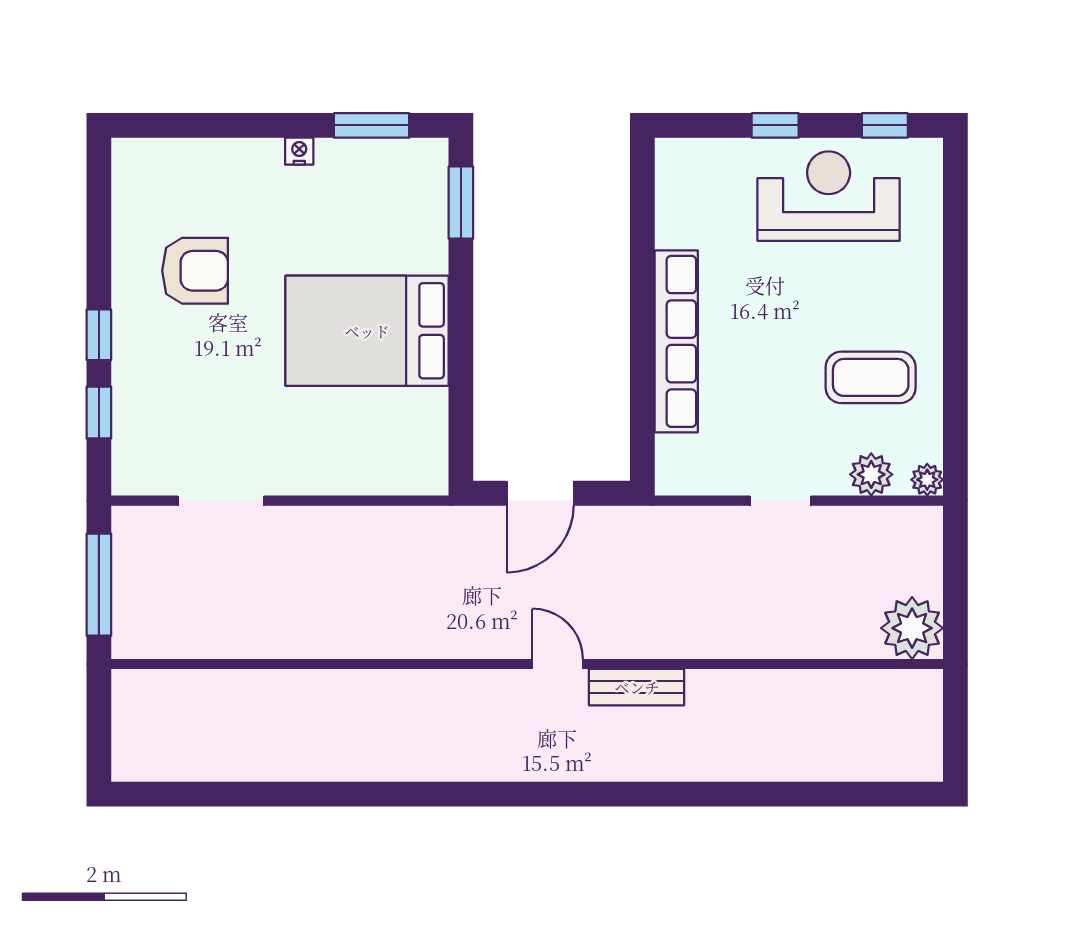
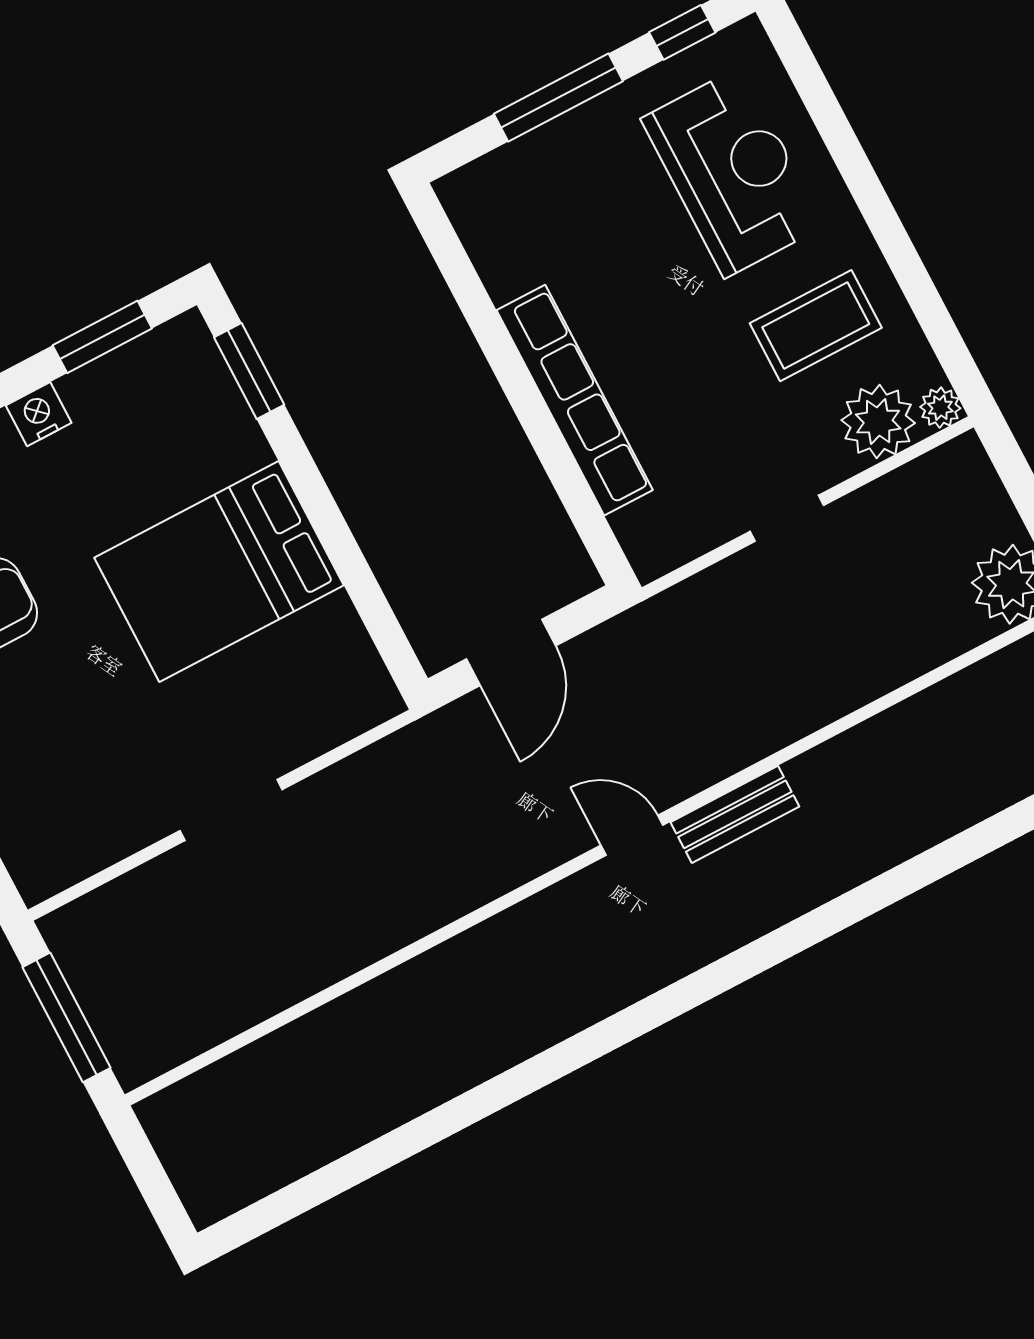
window: (775, 125) -> (558, 97), width x2.17
nightstand: (299, 151) -> (39, 414), width x1.39, depth x1.35
reception desk: (829, 196) -> (733, 172), moved, turned 90
plant: (871, 474) -> (878, 422), width x1.36, depth x1.36
doorway: (221, 501) -> (231, 810), moved

